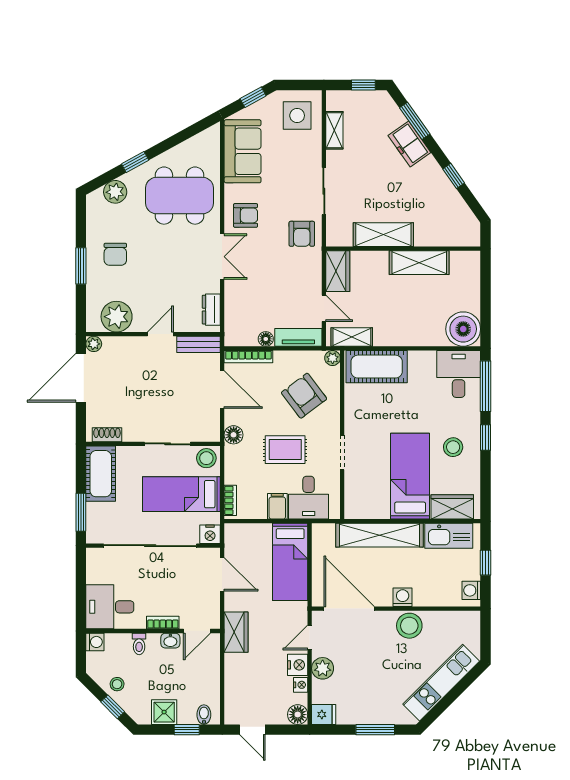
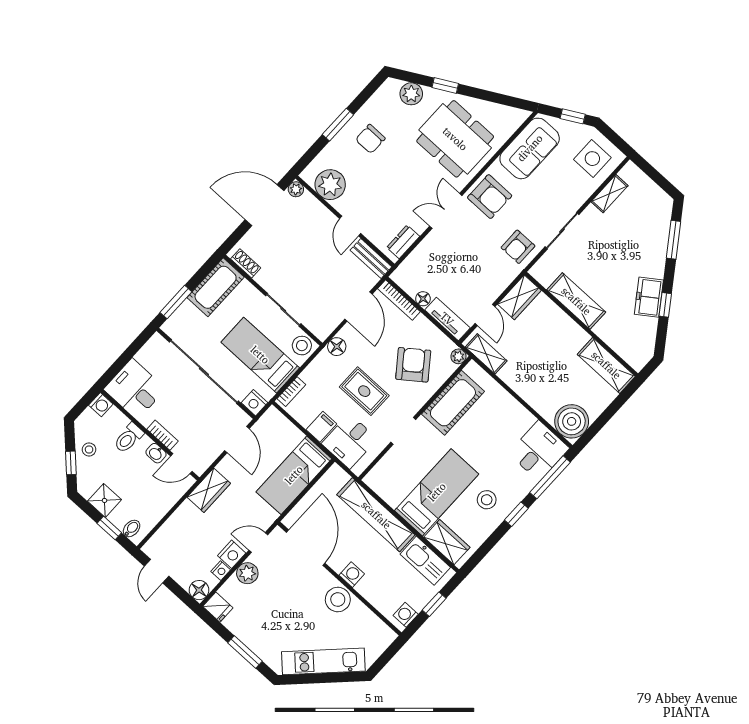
window: (363, 85) -> (660, 180), removed
freezer: (409, 144) -> (649, 297), moved
armchair: (246, 215) -> (490, 197), width x1.38, depth x1.38
double door: (222, 257) -> (446, 211), swing flipped
shelving: (419, 263) -> (606, 365), moved
door: (160, 334) -> (350, 226), swing flipped
cot: (377, 367) -> (453, 403), moved, turned 90
toilet: (139, 644) -> (129, 438), width x1.37, depth x1.39

